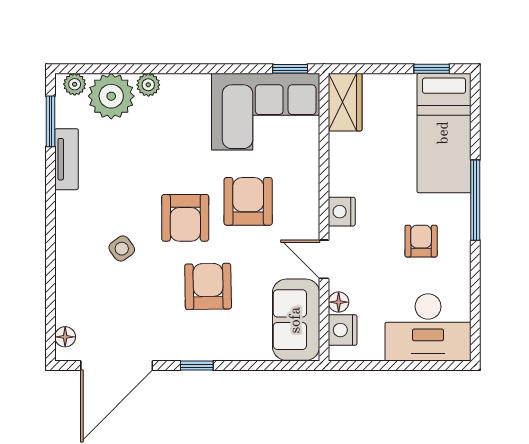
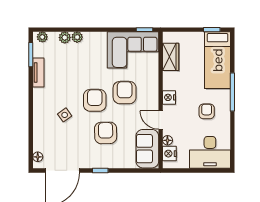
plant: (111, 96) -> (65, 38), width x0.53, depth x0.53
wardrobe: (345, 102) -> (171, 57), moved
armchair: (185, 218) -> (95, 100), turned 180

